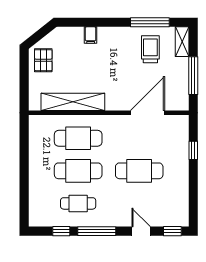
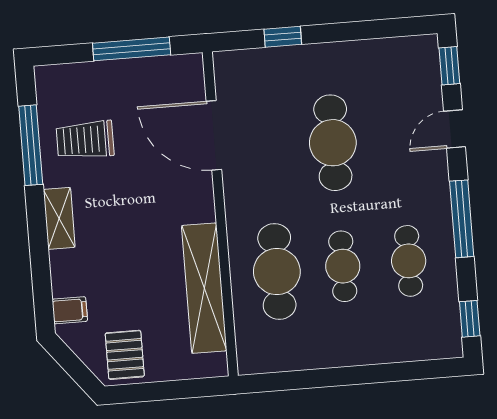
filing cabinet: (91, 35) -> (70, 310), moved
shelving: (182, 42) -> (59, 218), moved, turned 90
pallet: (43, 60) -> (125, 355), turned 90
cafe table: (78, 171) -> (343, 266), width x0.73, depth x0.74
window: (61, 231) -> (470, 319), moved

